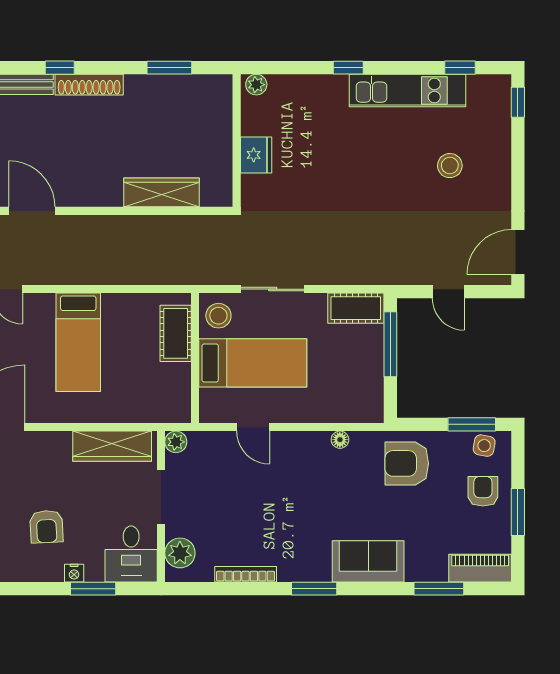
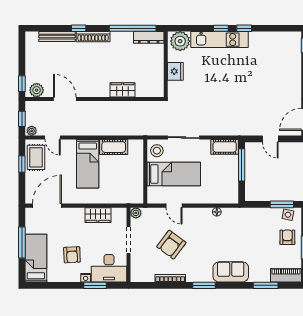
window: (169, 68) -> (133, 28), width x2.11
window: (460, 68) -> (244, 28), moved
plant: (256, 85) -> (180, 41), width x1.88, depth x1.88
dresser: (202, 86) -> (149, 37), added
kitchen unit: (408, 90) -> (219, 40), moved
stool: (450, 166) -> (271, 77), removed
wardrobe: (161, 192) -> (123, 90), width x0.67
cot: (176, 333) -> (114, 147), moved, turned 90
wardrobe: (112, 446) -> (98, 215), width x0.67
armchair: (407, 463) -> (171, 245), moved, turned -53
plant: (180, 553) -> (138, 268), removed
desk: (131, 554) -> (109, 268), width x1.37

